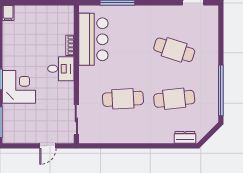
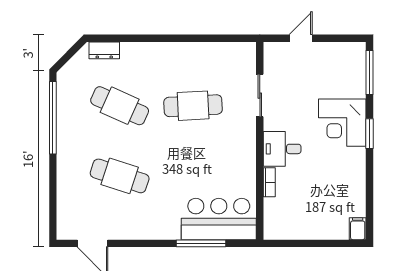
bar counter: (93, 39) -> (219, 219), moved, turned 90
cafe table: (174, 99) -> (120, 106), turned 30
sliding door: (76, 120) -> (260, 96), moved

